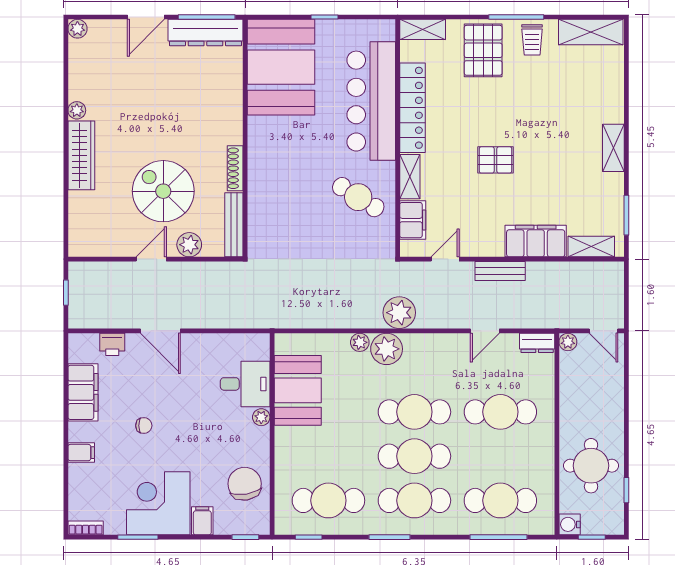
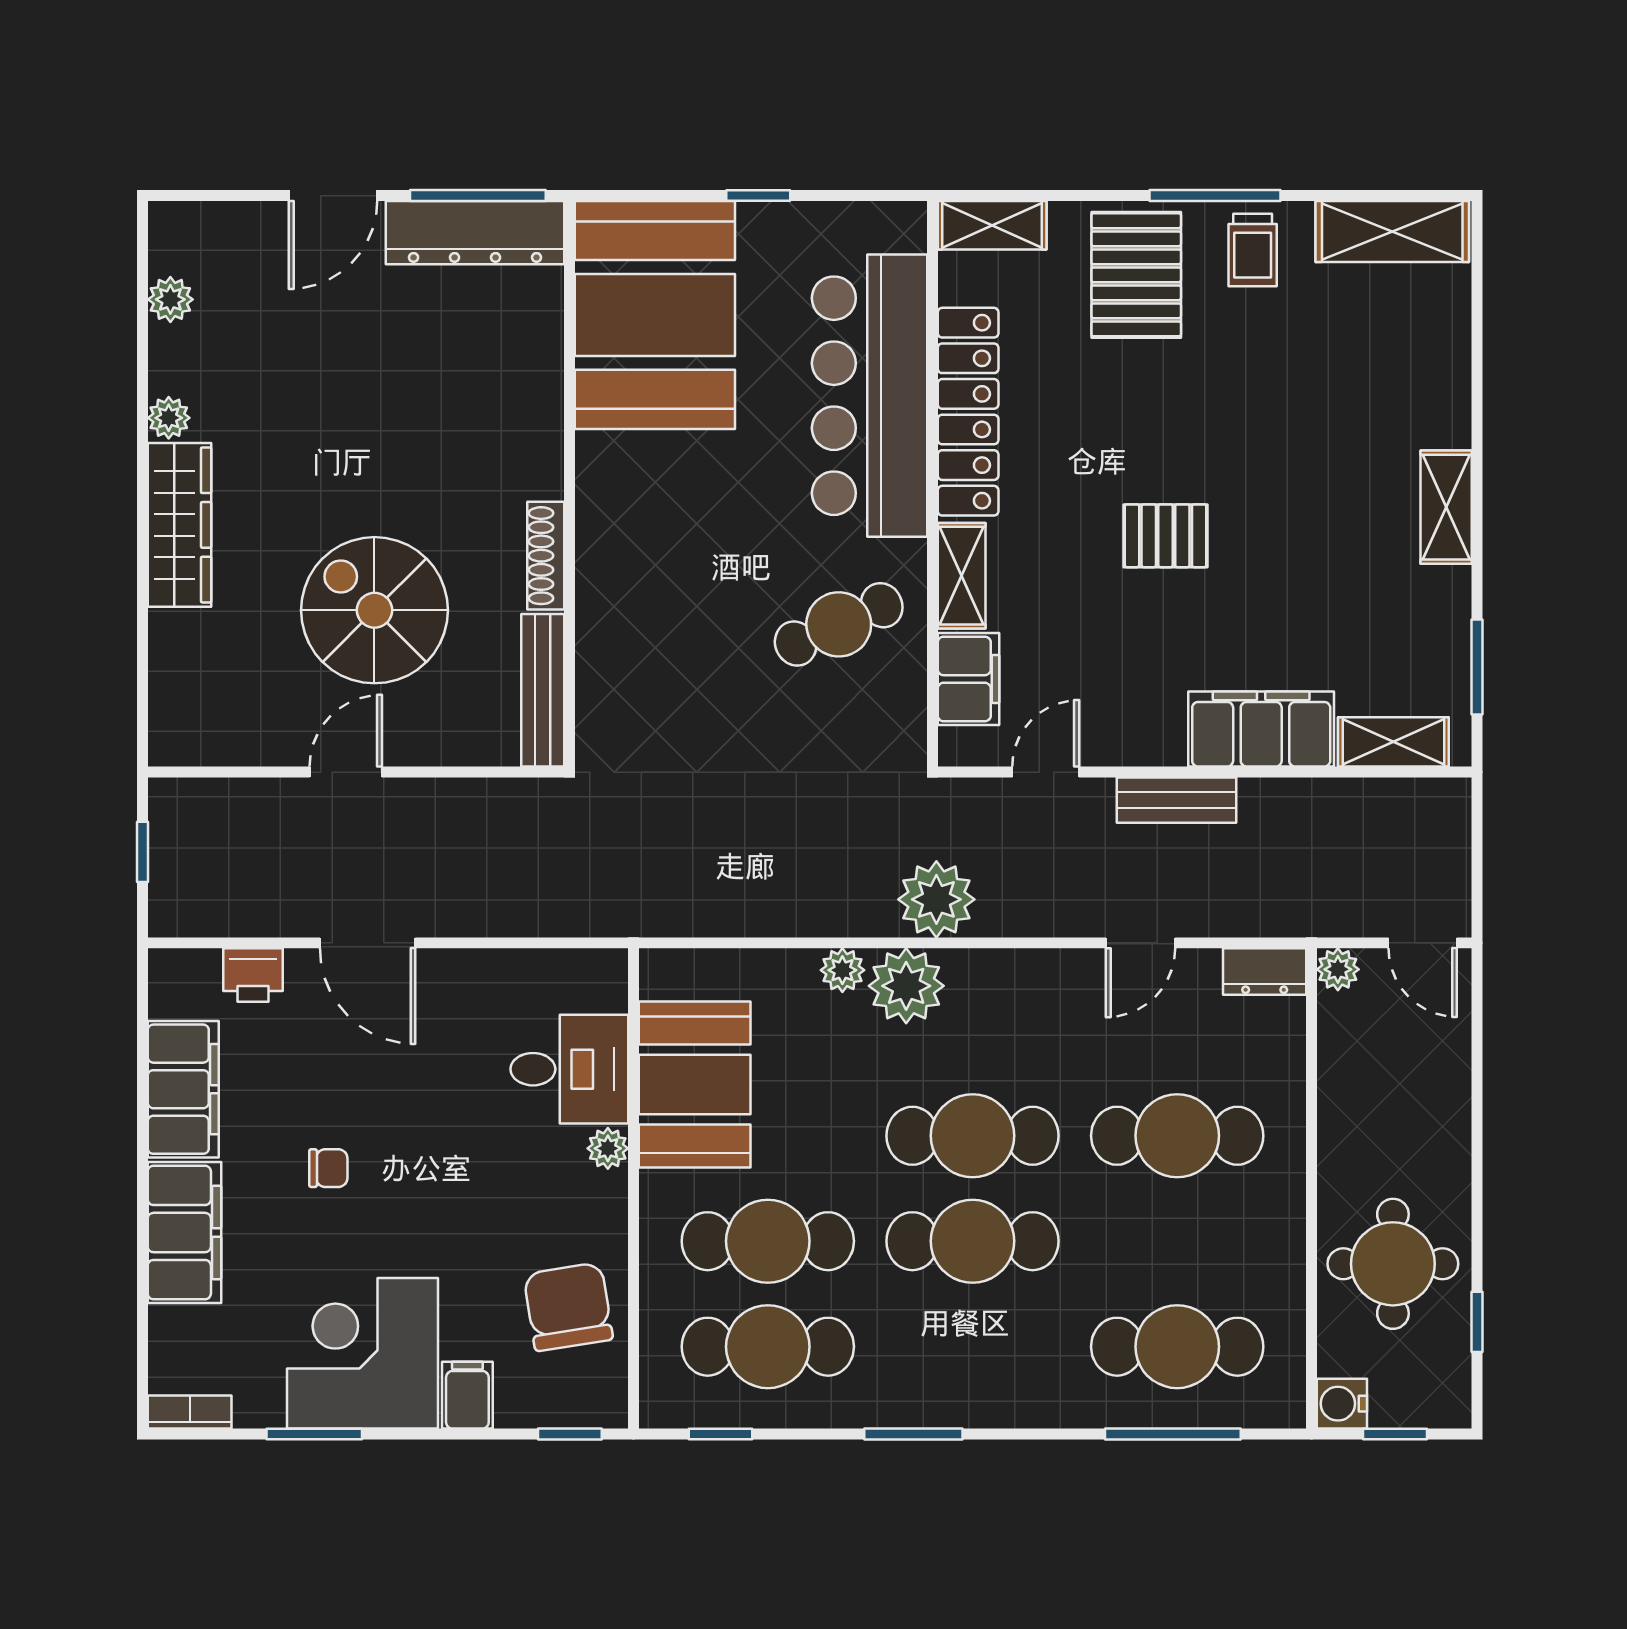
plant: (77, 29) -> (170, 299), moved
cafe table: (358, 197) -> (839, 624), turned -56
plant: (189, 245) -> (436, 738), removed
filing cabinet: (81, 453) -> (184, 1233), width x3.00, depth x1.17
cafe table: (414, 500) -> (768, 1241), moved

